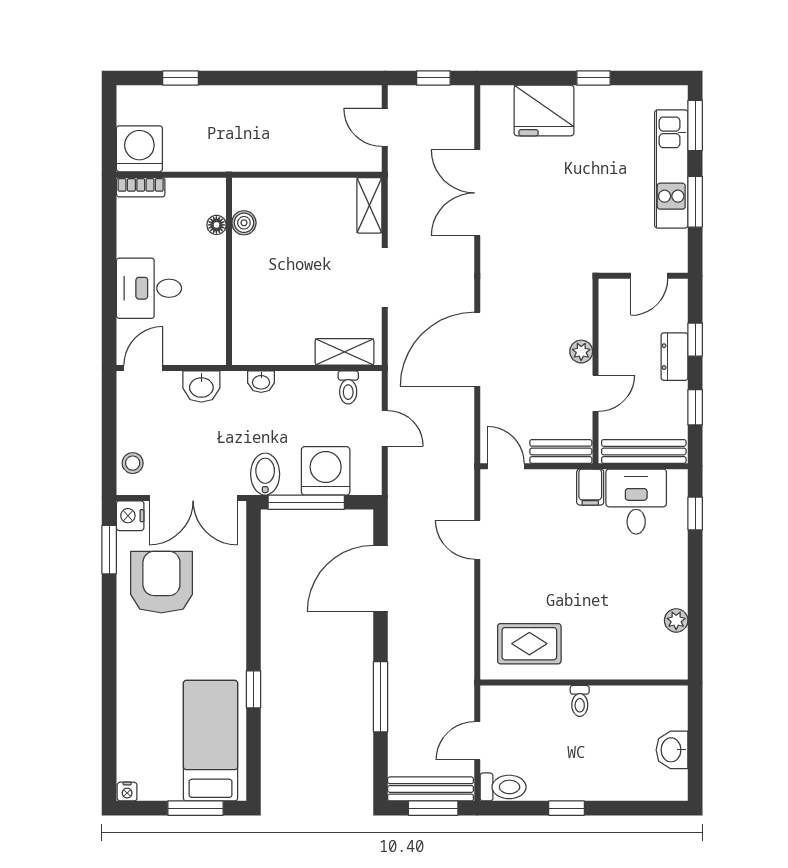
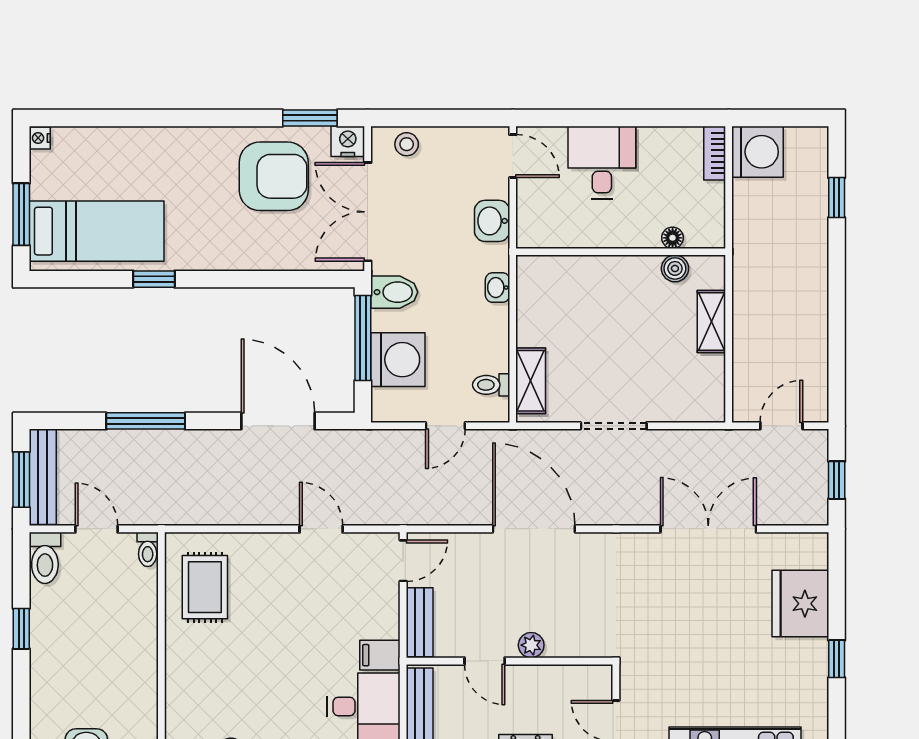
shelving: (369, 205) -> (711, 322), moved, turned 90
door: (477, 540) -> (321, 529), hinge flipped
toilet: (580, 701) -> (148, 549), moved, turned -90

